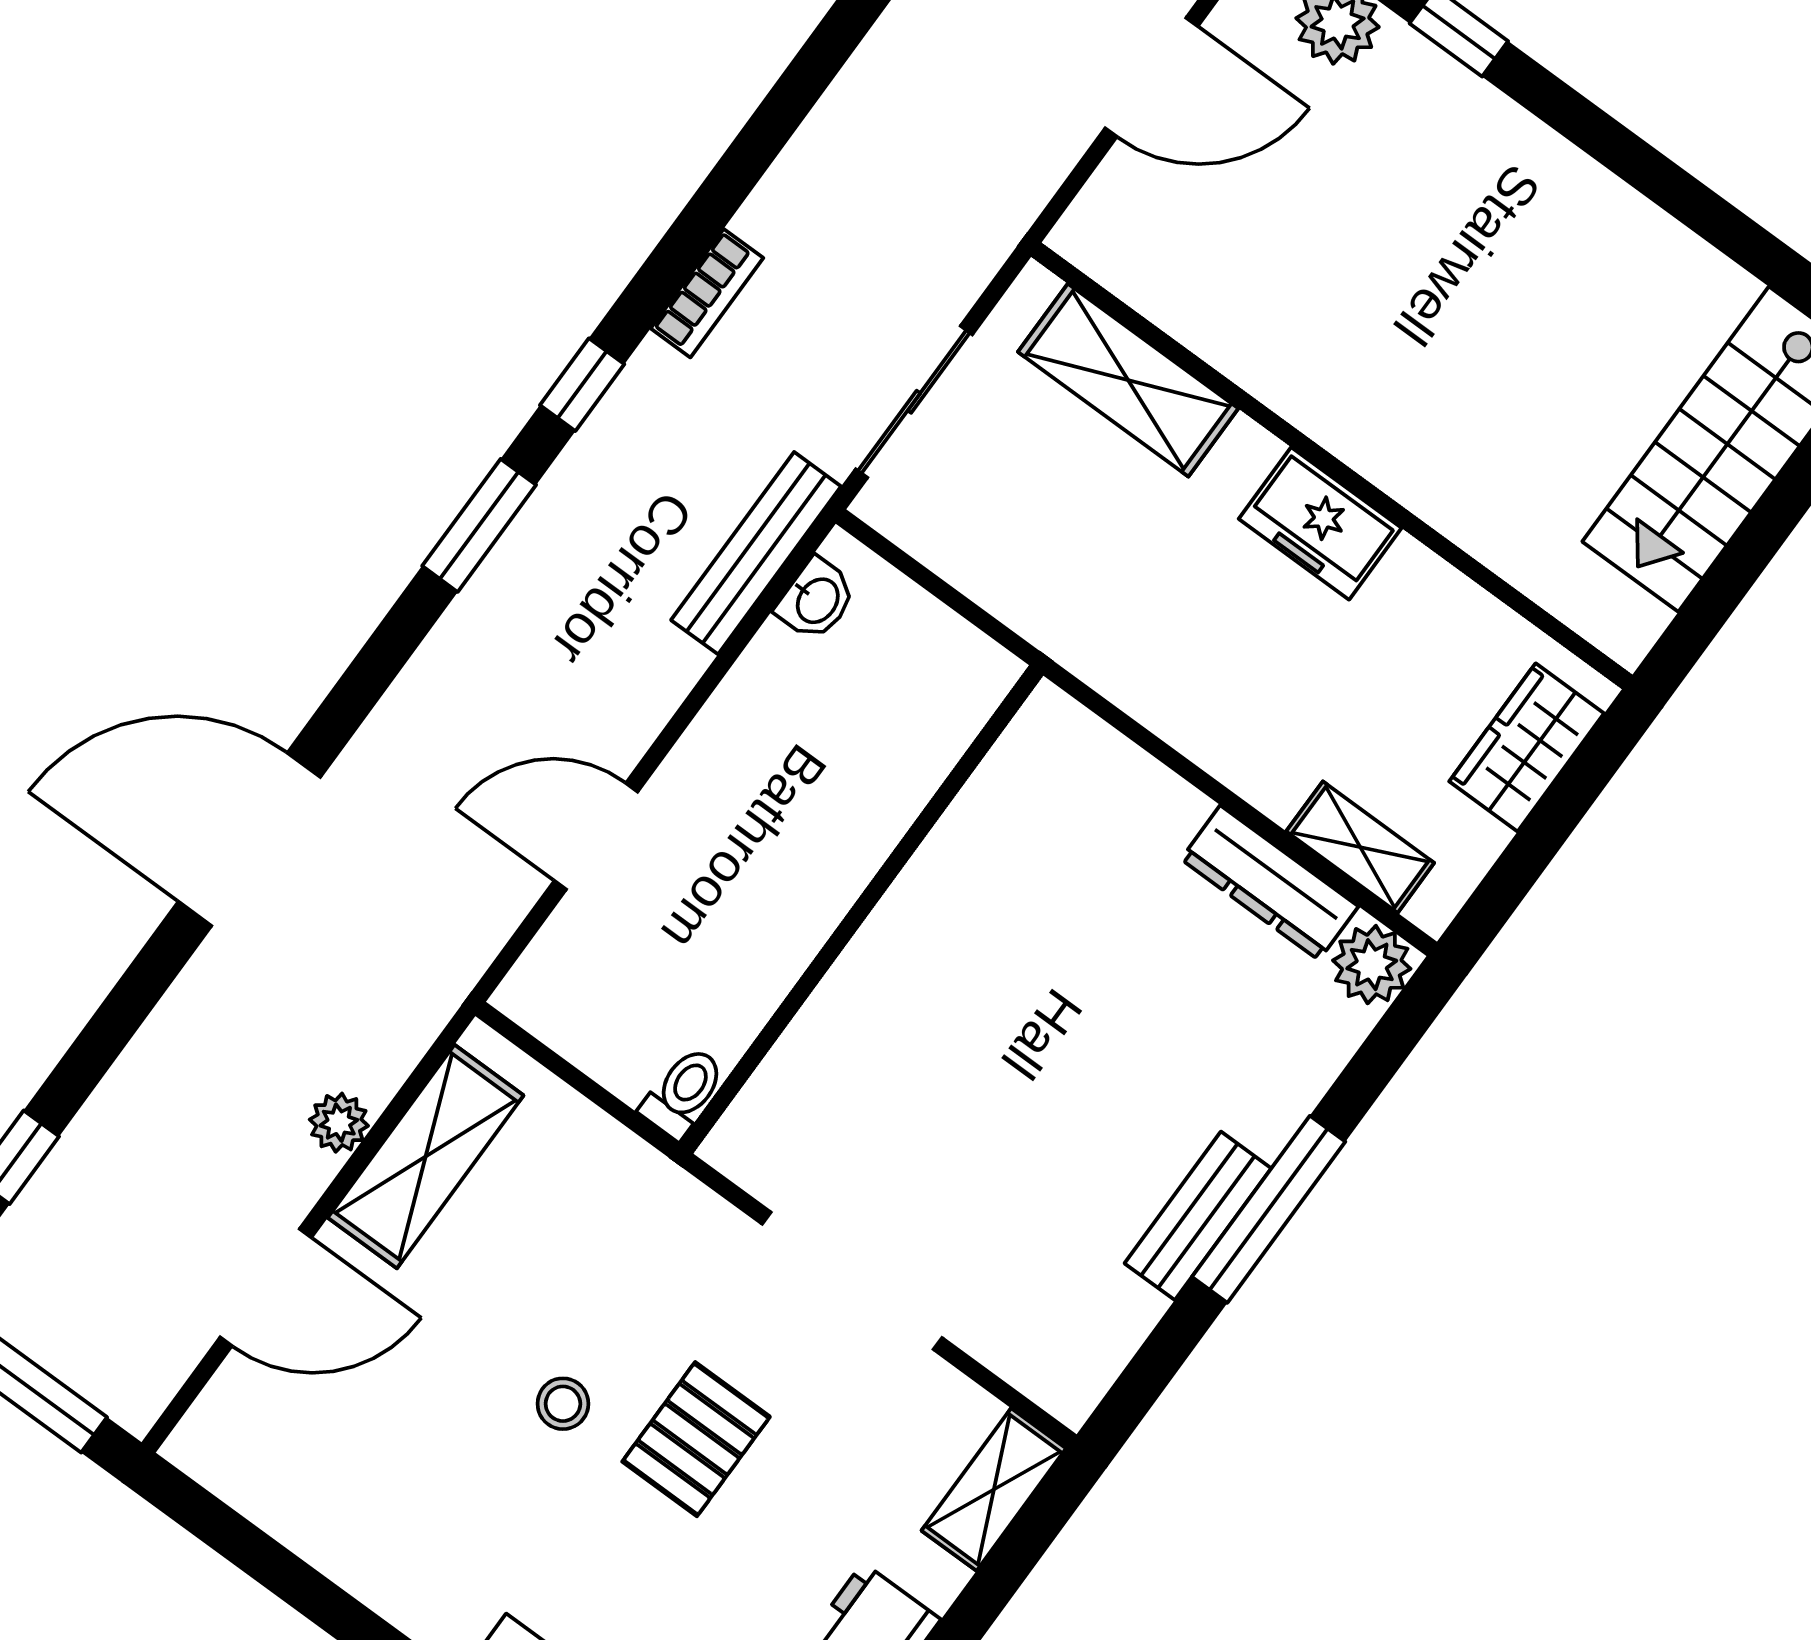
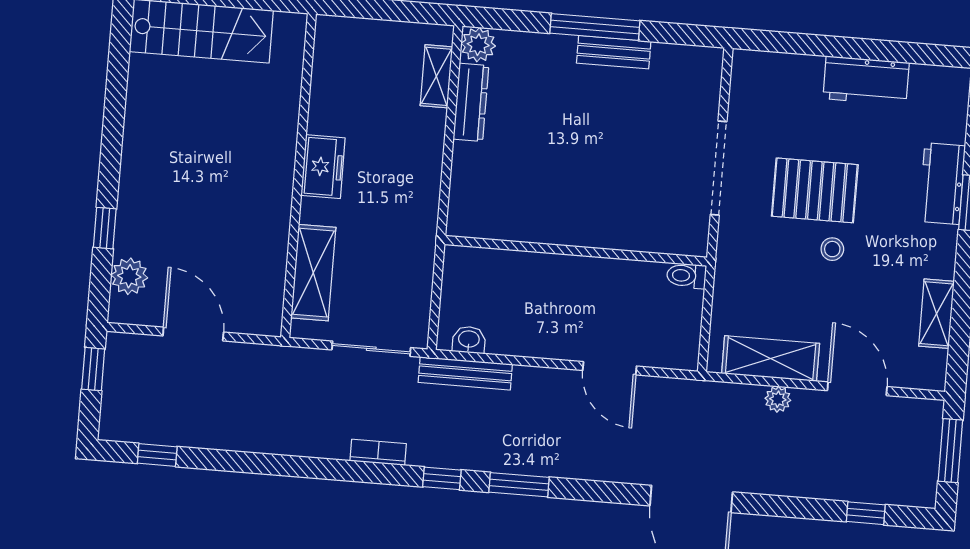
wardrobe: (1527, 747) -> (360, 36), removed
pallet: (696, 1439) -> (815, 190), width x1.50, depth x1.42
shelving: (994, 1490) -> (937, 314), moved, turned 90

